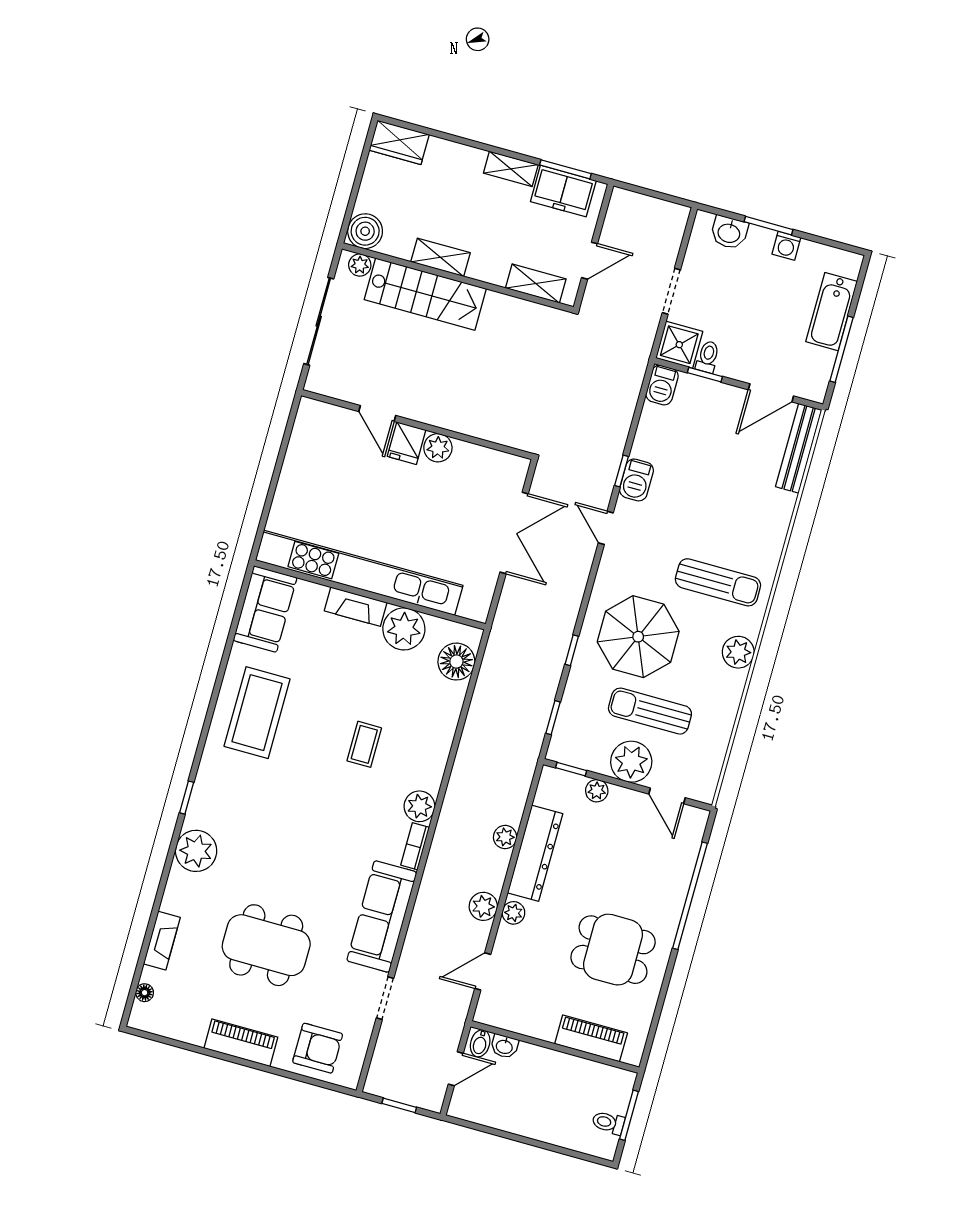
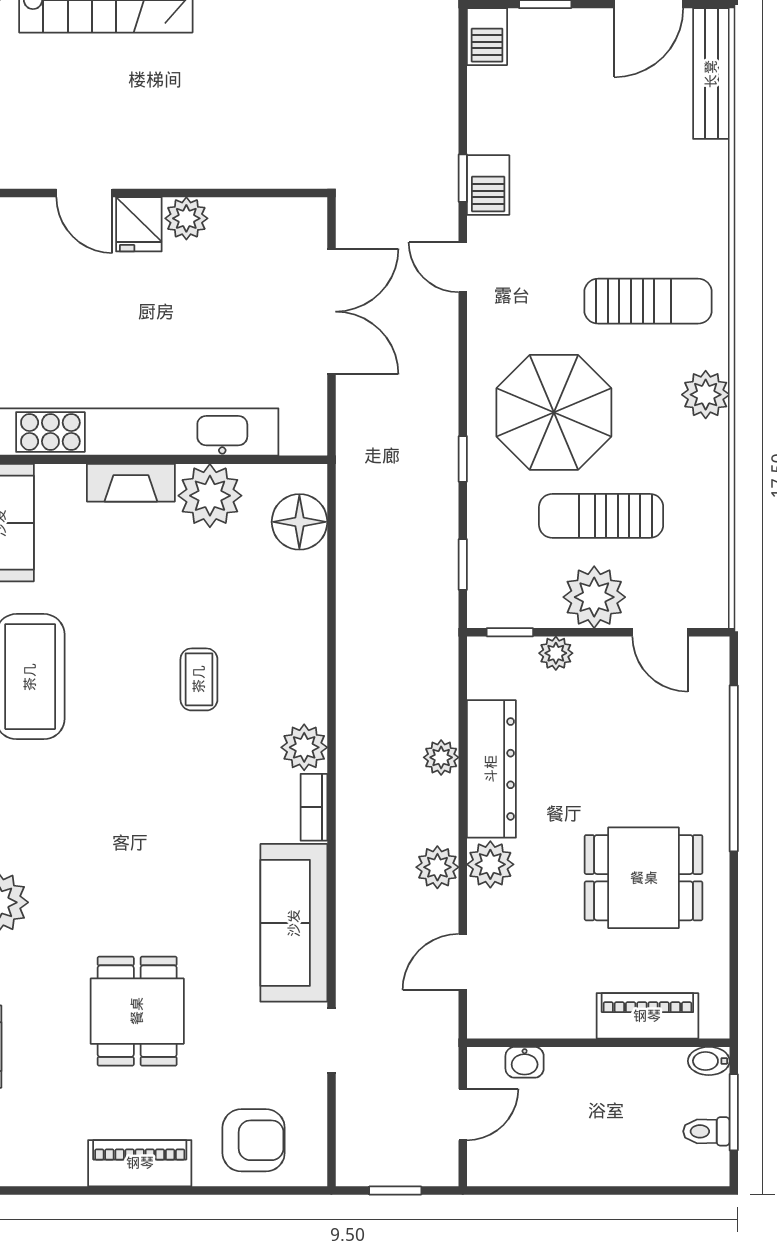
plant: (513, 913) -> (490, 864), width x1.38, depth x1.38
dining table: (266, 945) -> (137, 1011), width x0.73
bidet: (480, 1043) -> (709, 1061), moved, turned 90

